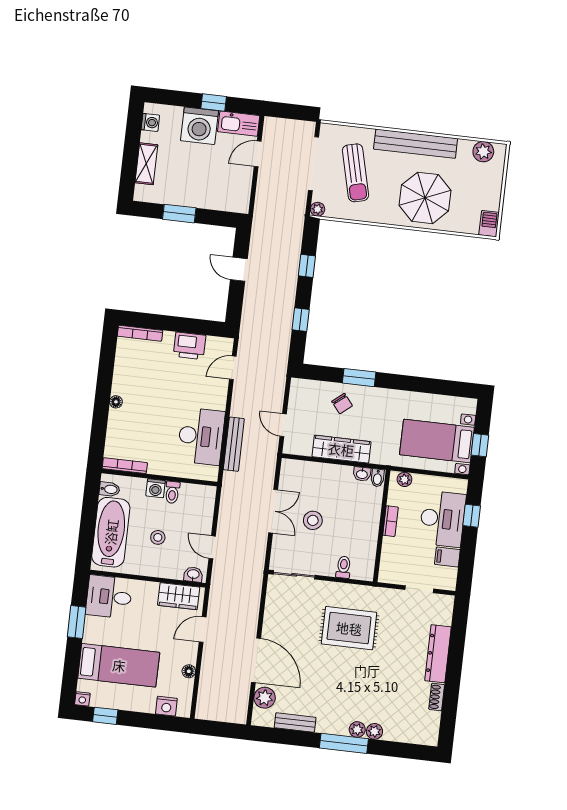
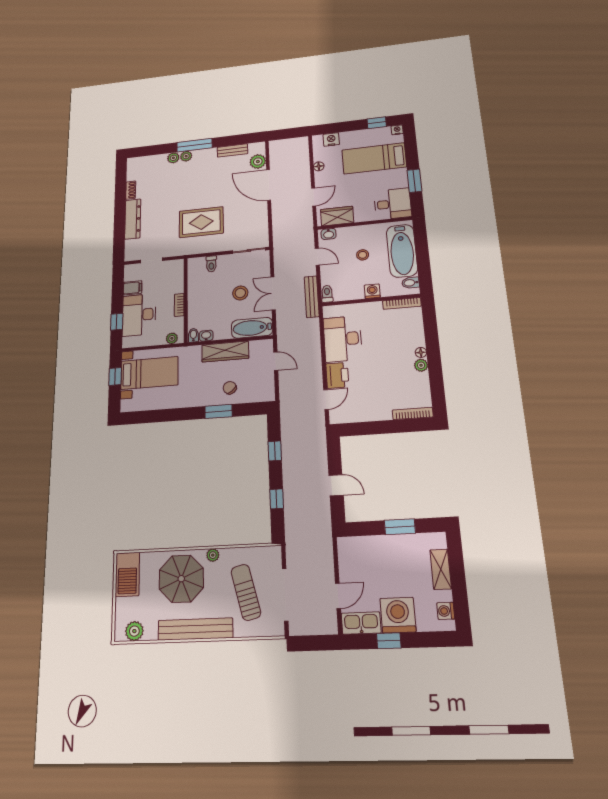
plant: (318, 209) -> (213, 555), moved
barbecue: (489, 224) -> (127, 574), width x1.88, depth x1.53
printer: (190, 346) -> (337, 375), moved, turned 90
plant: (119, 387) -> (421, 365), added
bench: (234, 444) -> (312, 297), moved
bathtub: (305, 472) -> (252, 328), added
toilet: (172, 492) -> (327, 294), moved

